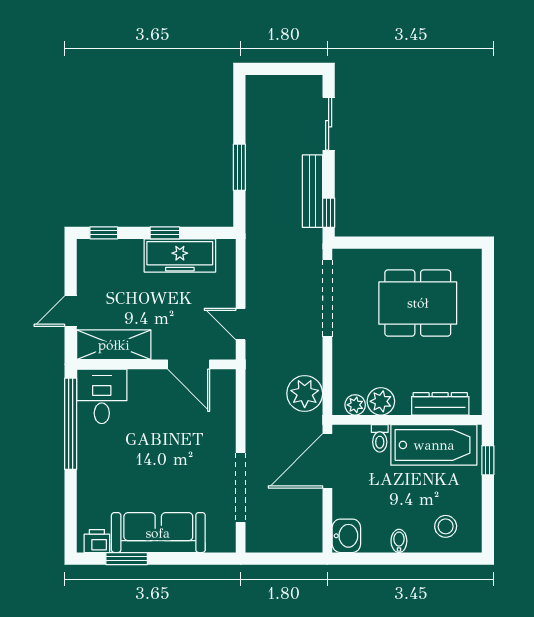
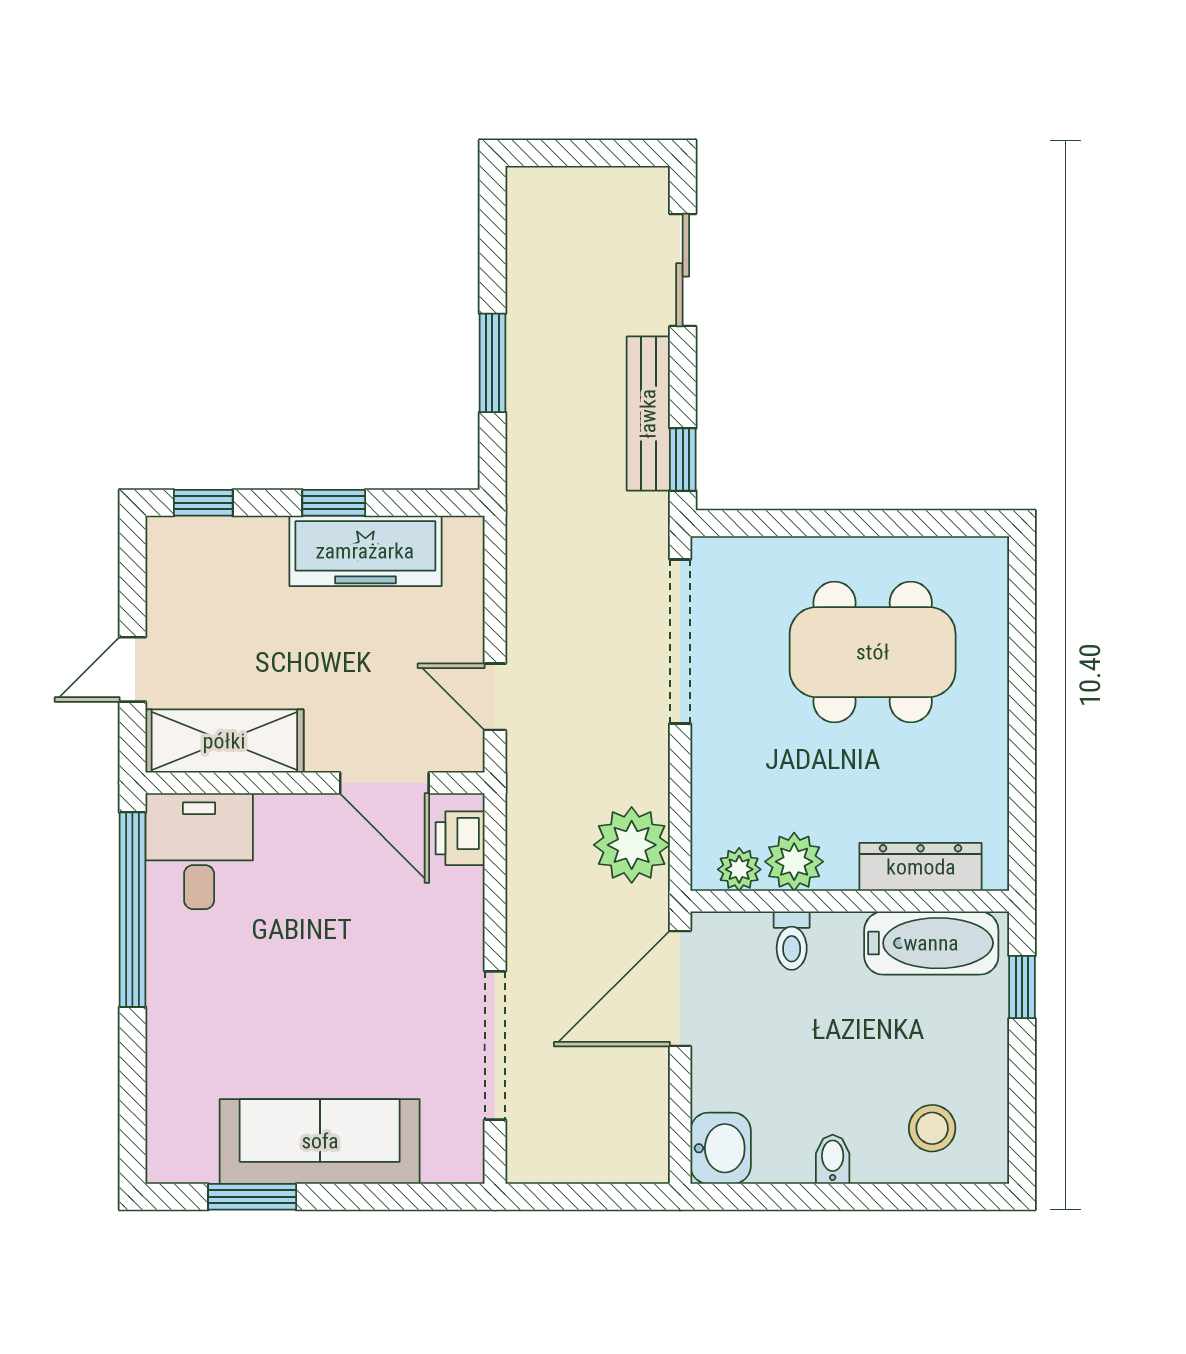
bathtub: (434, 445) -> (931, 943), width x0.73, depth x0.73
printer: (97, 541) -> (460, 838), moved, turned -90

